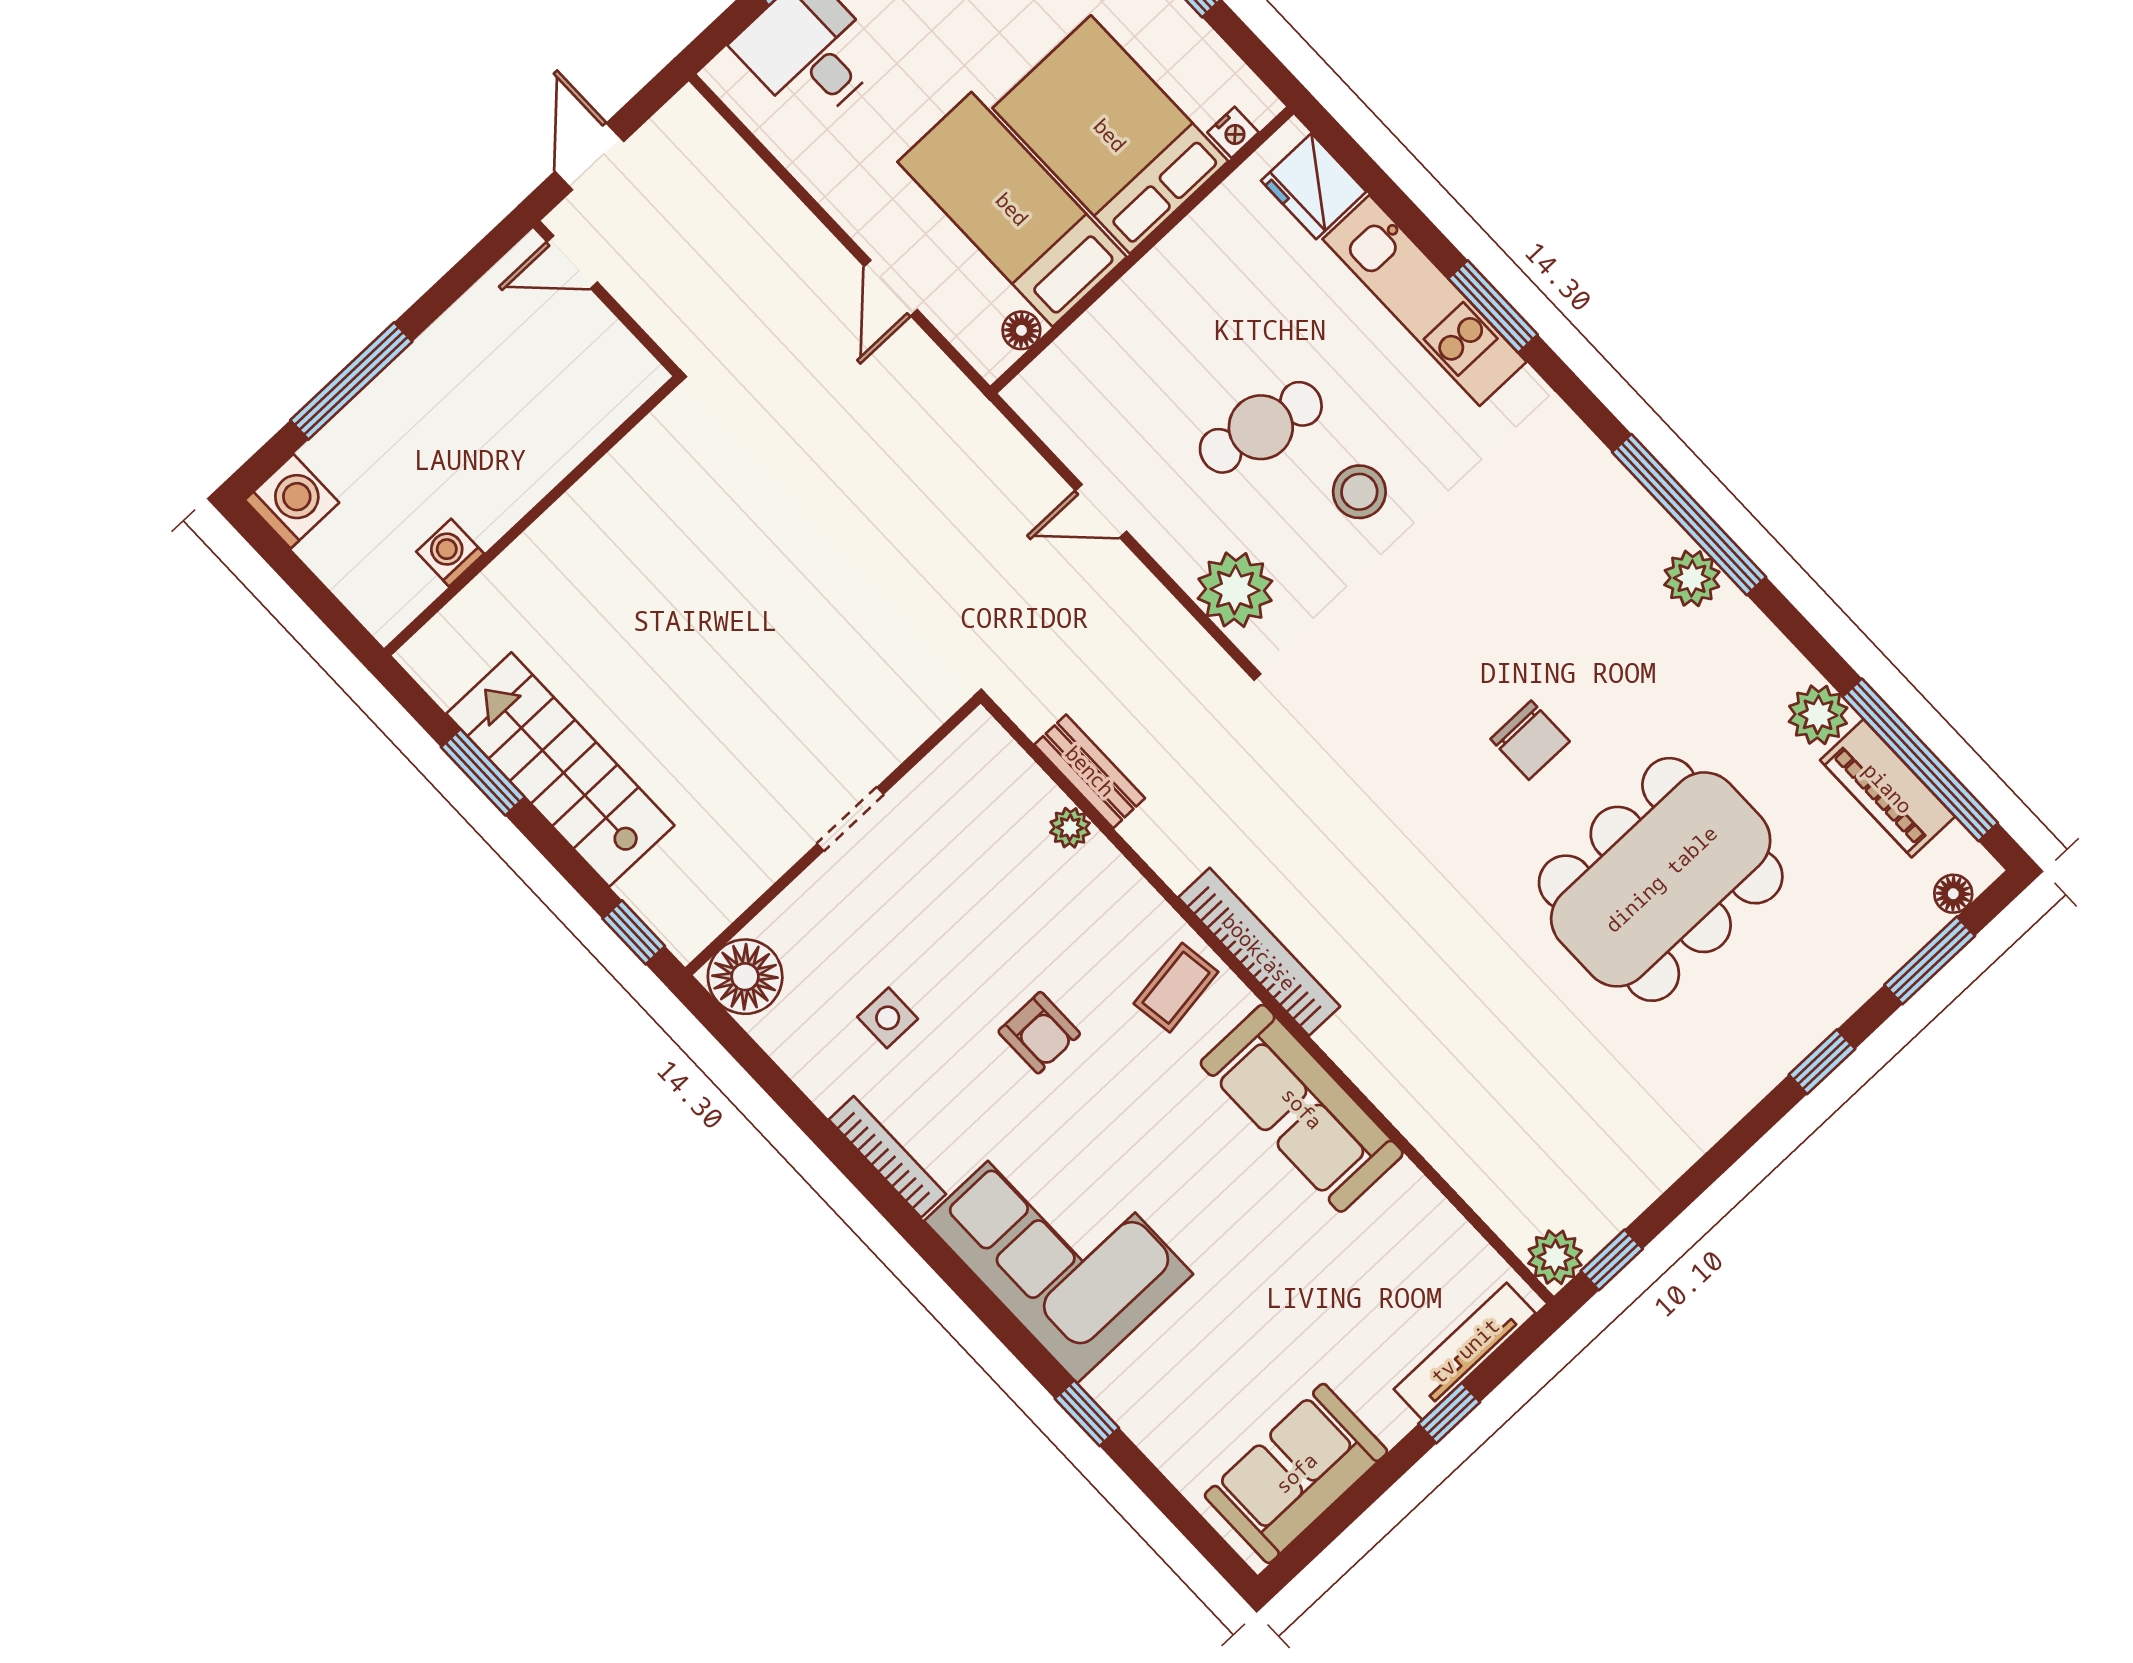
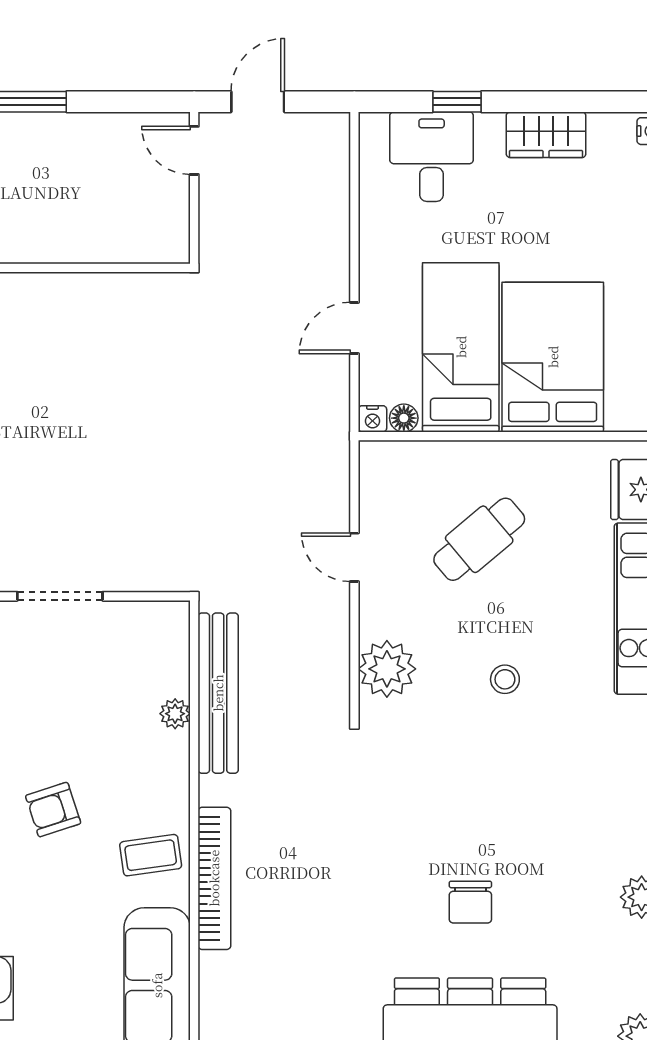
nightstand: (1233, 132) -> (372, 419), moved
cafe table: (1261, 427) -> (479, 539), moved, turned -53
stool: (1359, 492) -> (505, 679), width x0.73, depth x0.73
bench: (1090, 771) -> (218, 693), width x1.86, depth x1.21
doorway: (850, 819) -> (60, 596), width x1.38
armchair: (1039, 1033) -> (53, 810), turned 72

